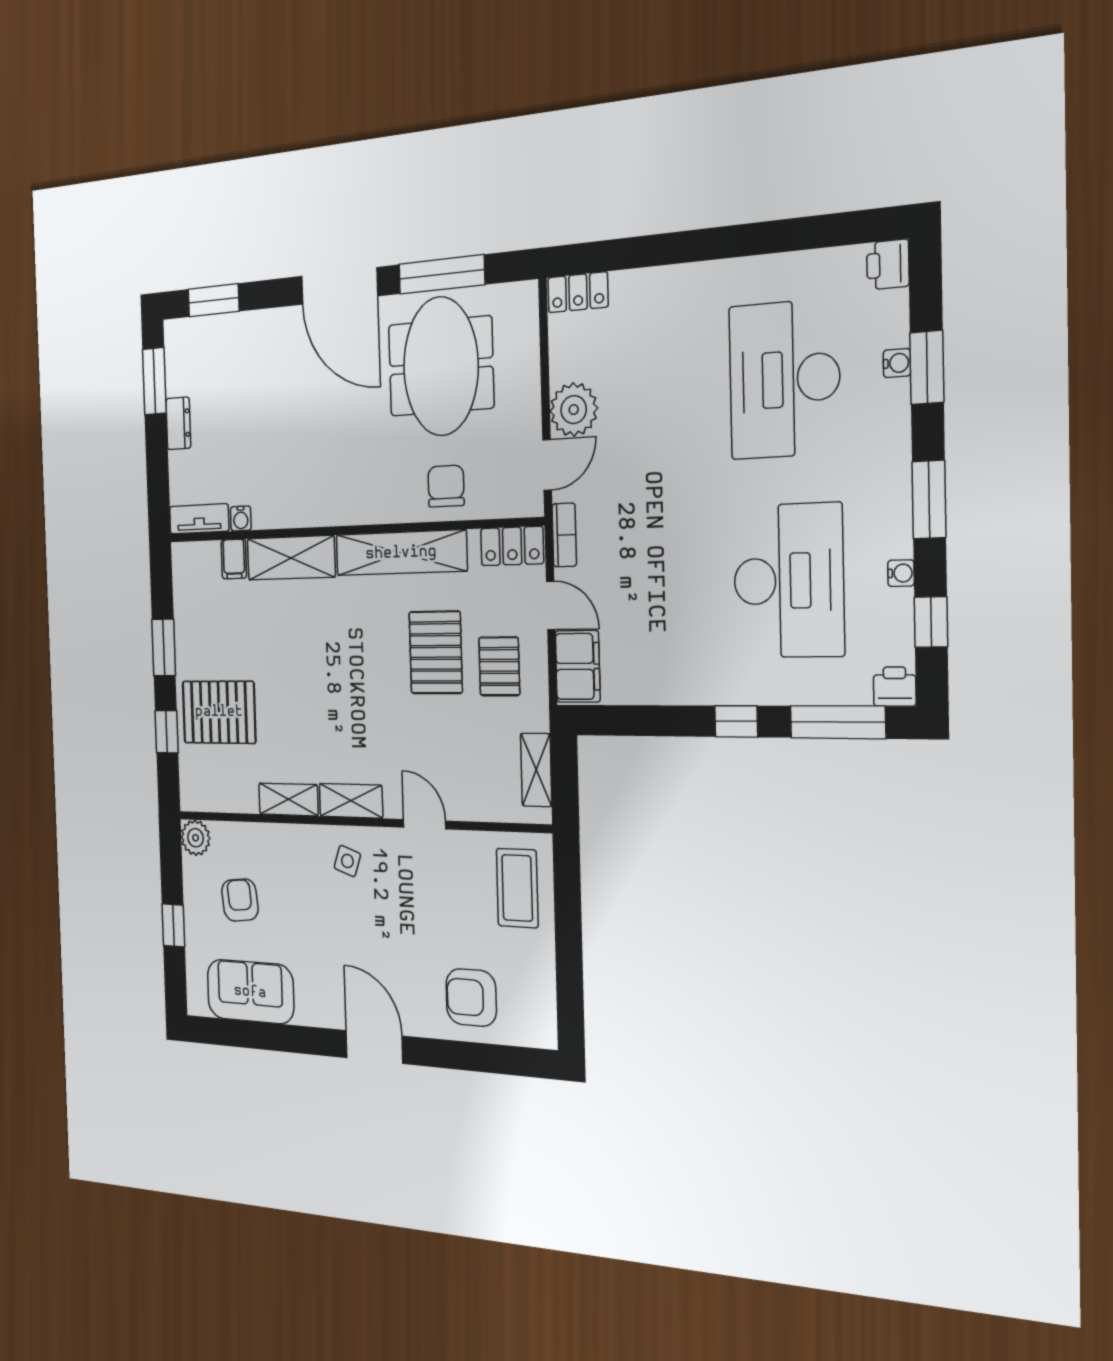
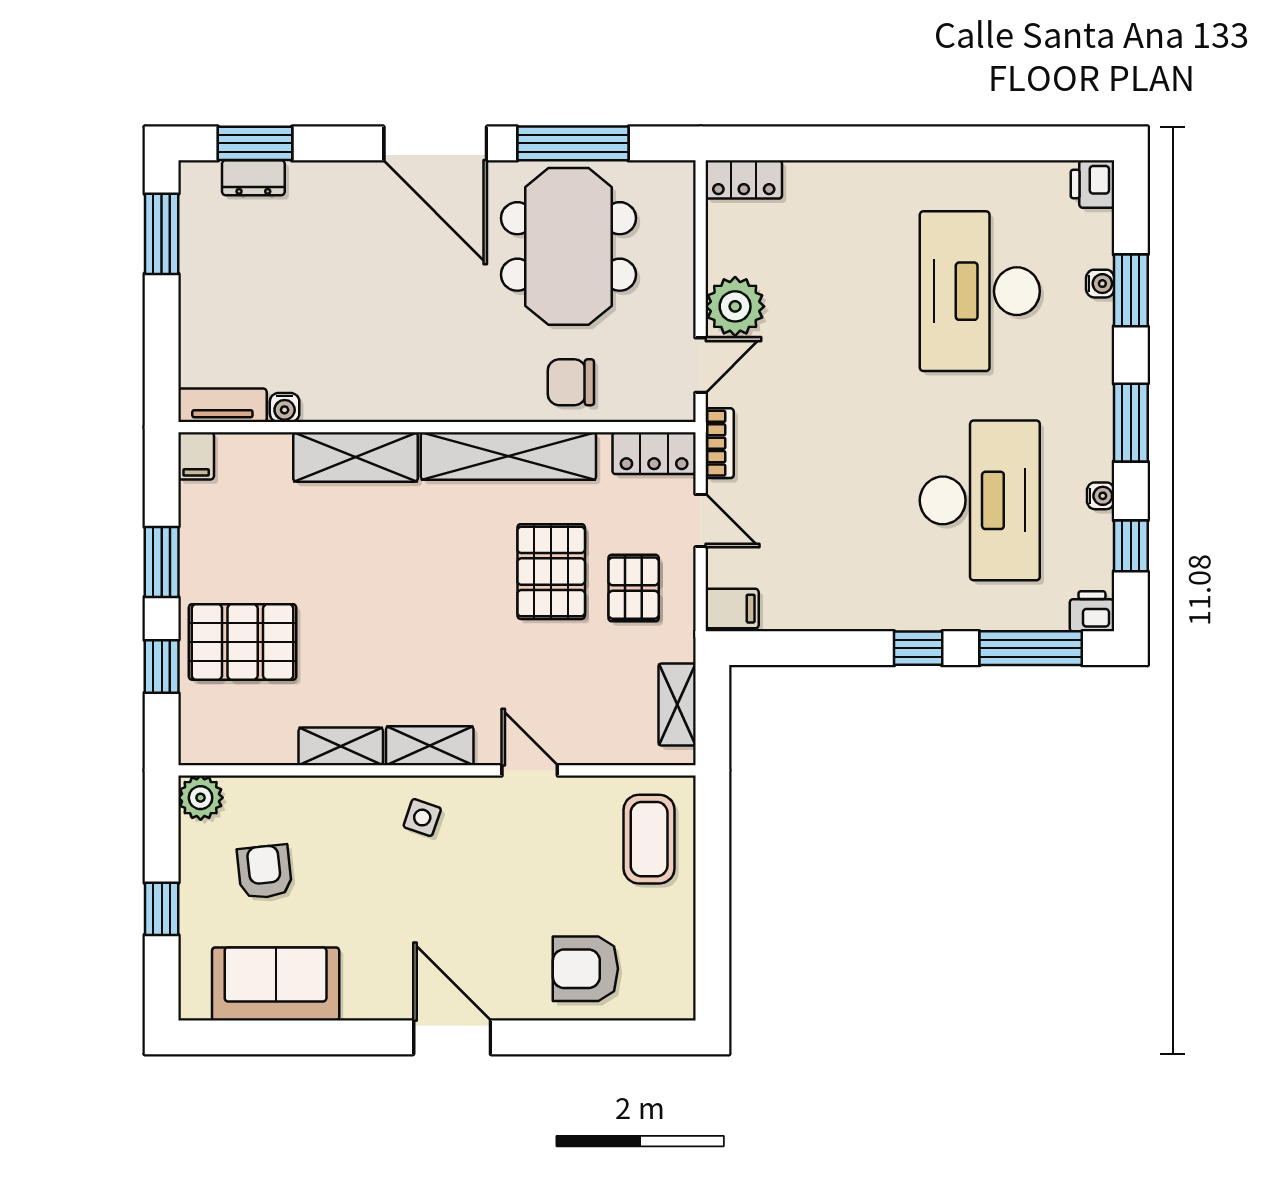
dresser: (178, 423) -> (253, 178), moved, turned 90
chair: (446, 486) -> (571, 382), turned -90
filing cabinet: (234, 559) -> (196, 456), moved
filing cabinet: (578, 666) -> (732, 609), width x0.50

